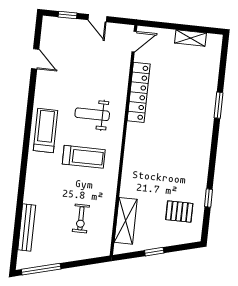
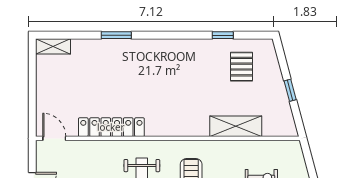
shelving: (191, 38) -> (53, 46), moved, turned 90
shelving: (126, 221) -> (236, 126), moved

